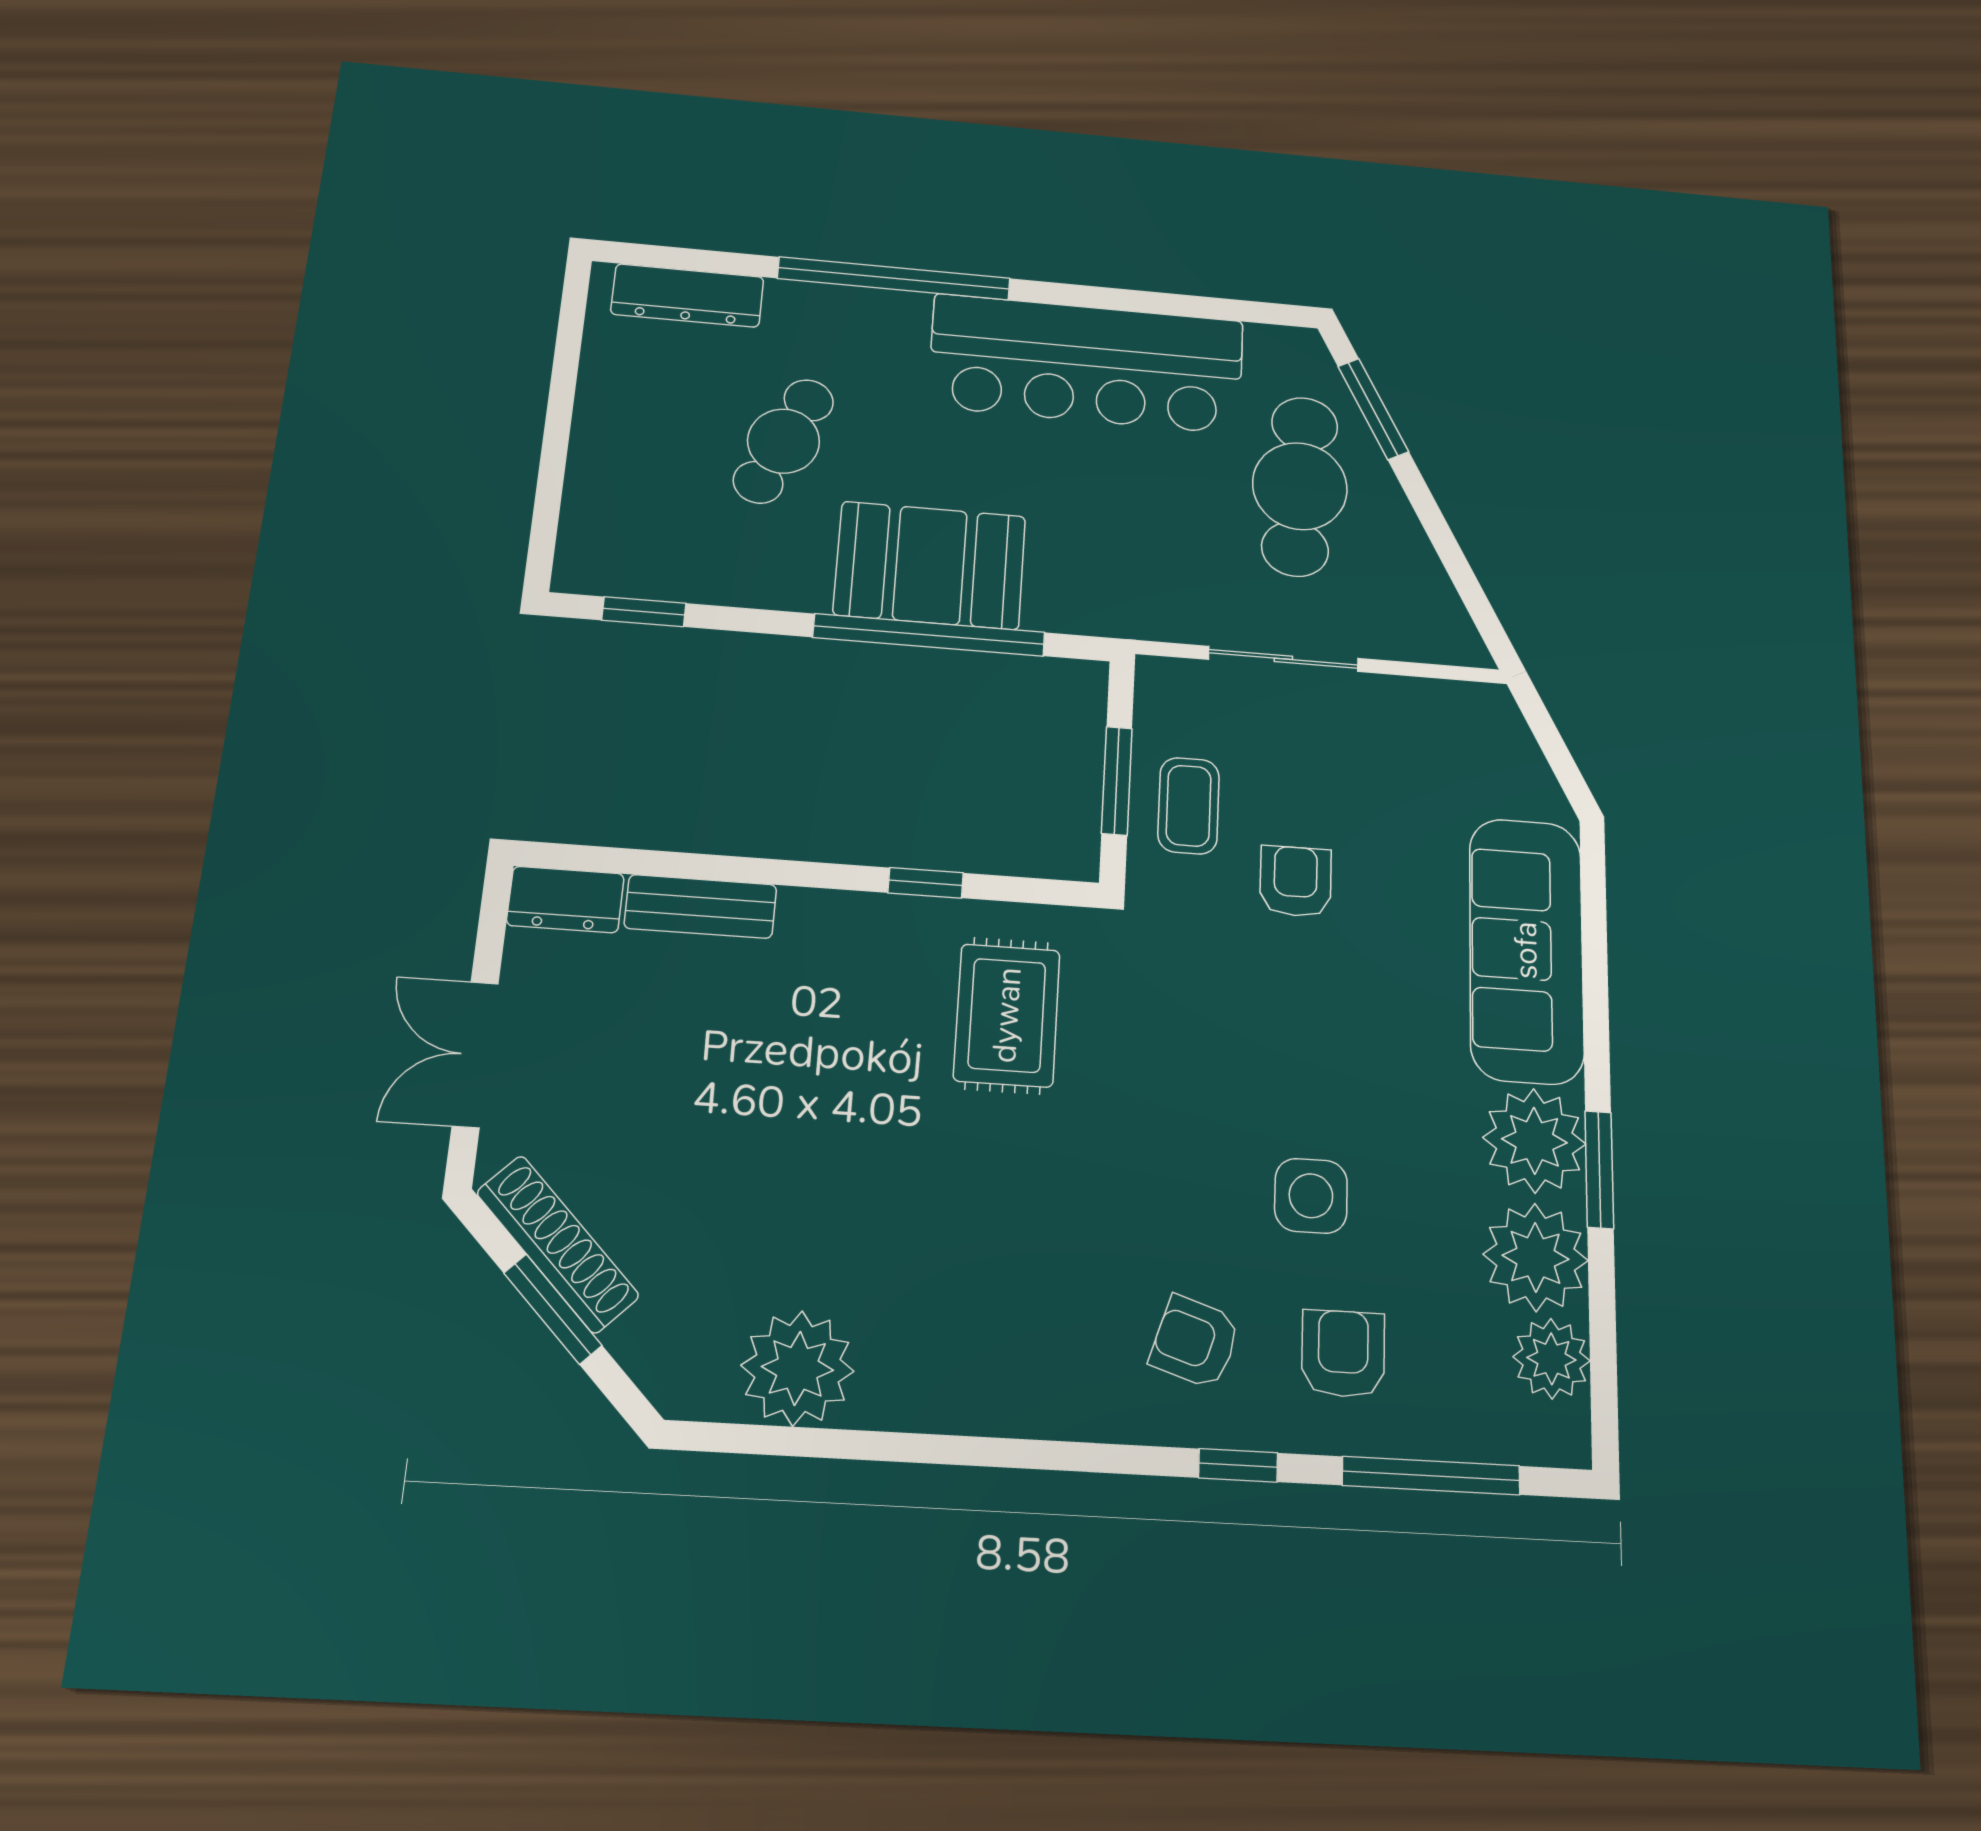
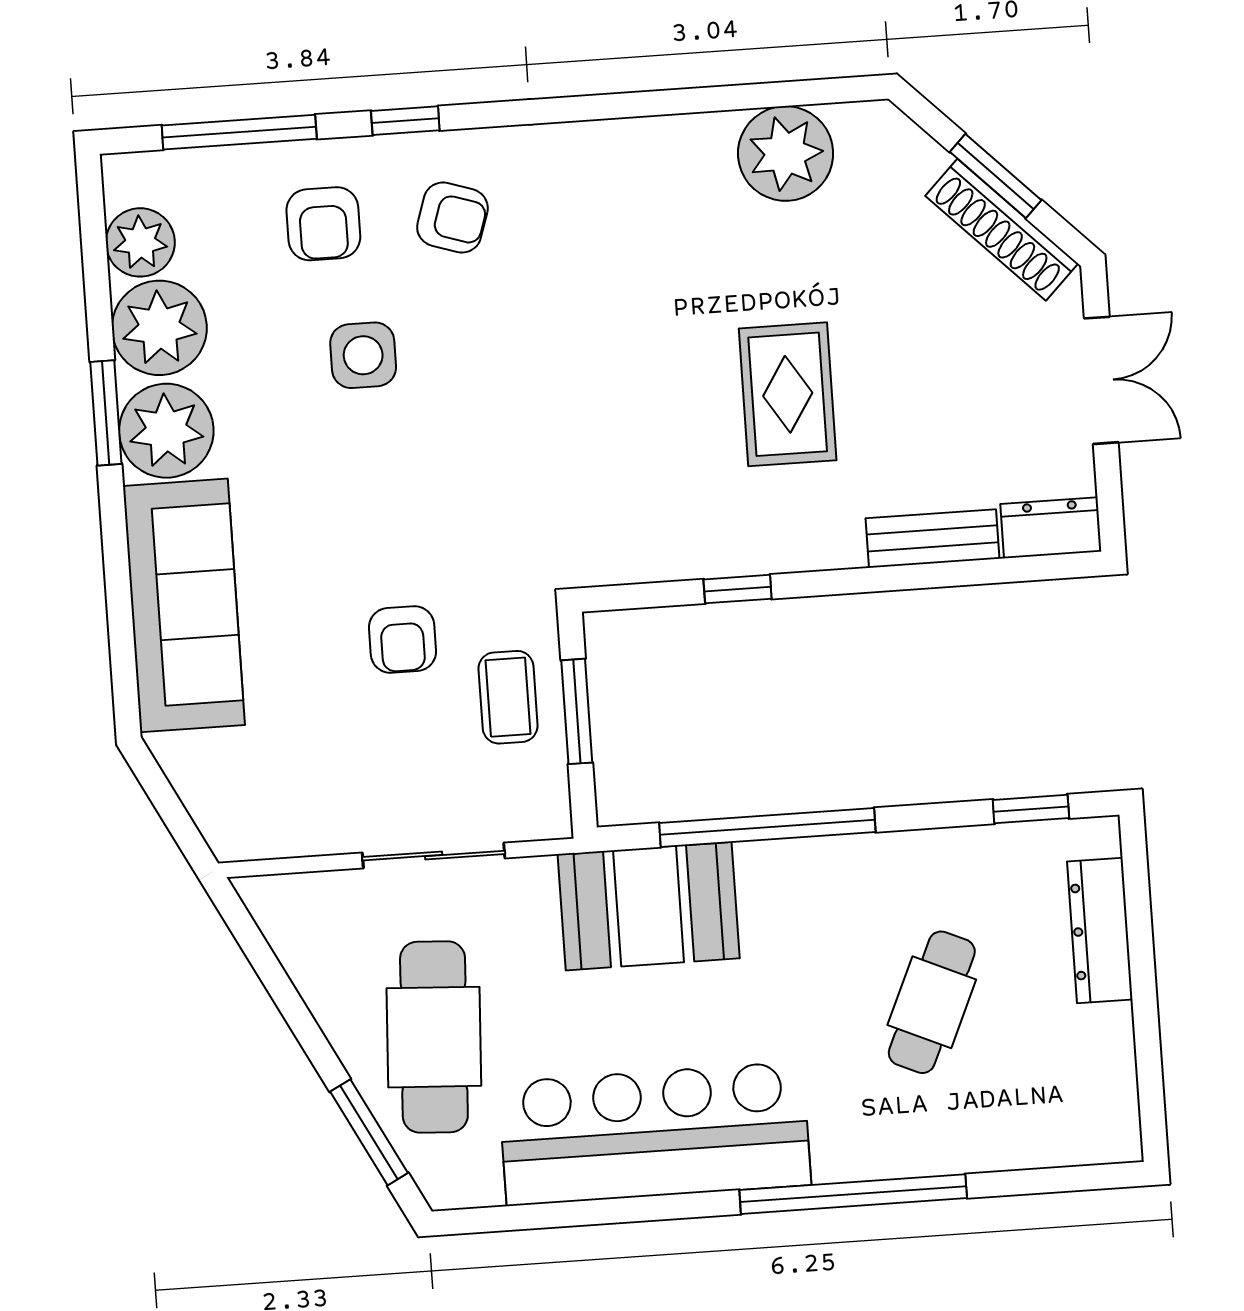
dresser: (687, 296) -> (1100, 931), moved, turned -90
booth: (930, 565) -> (649, 906), moved
rug: (1007, 1015) -> (788, 394), moved

